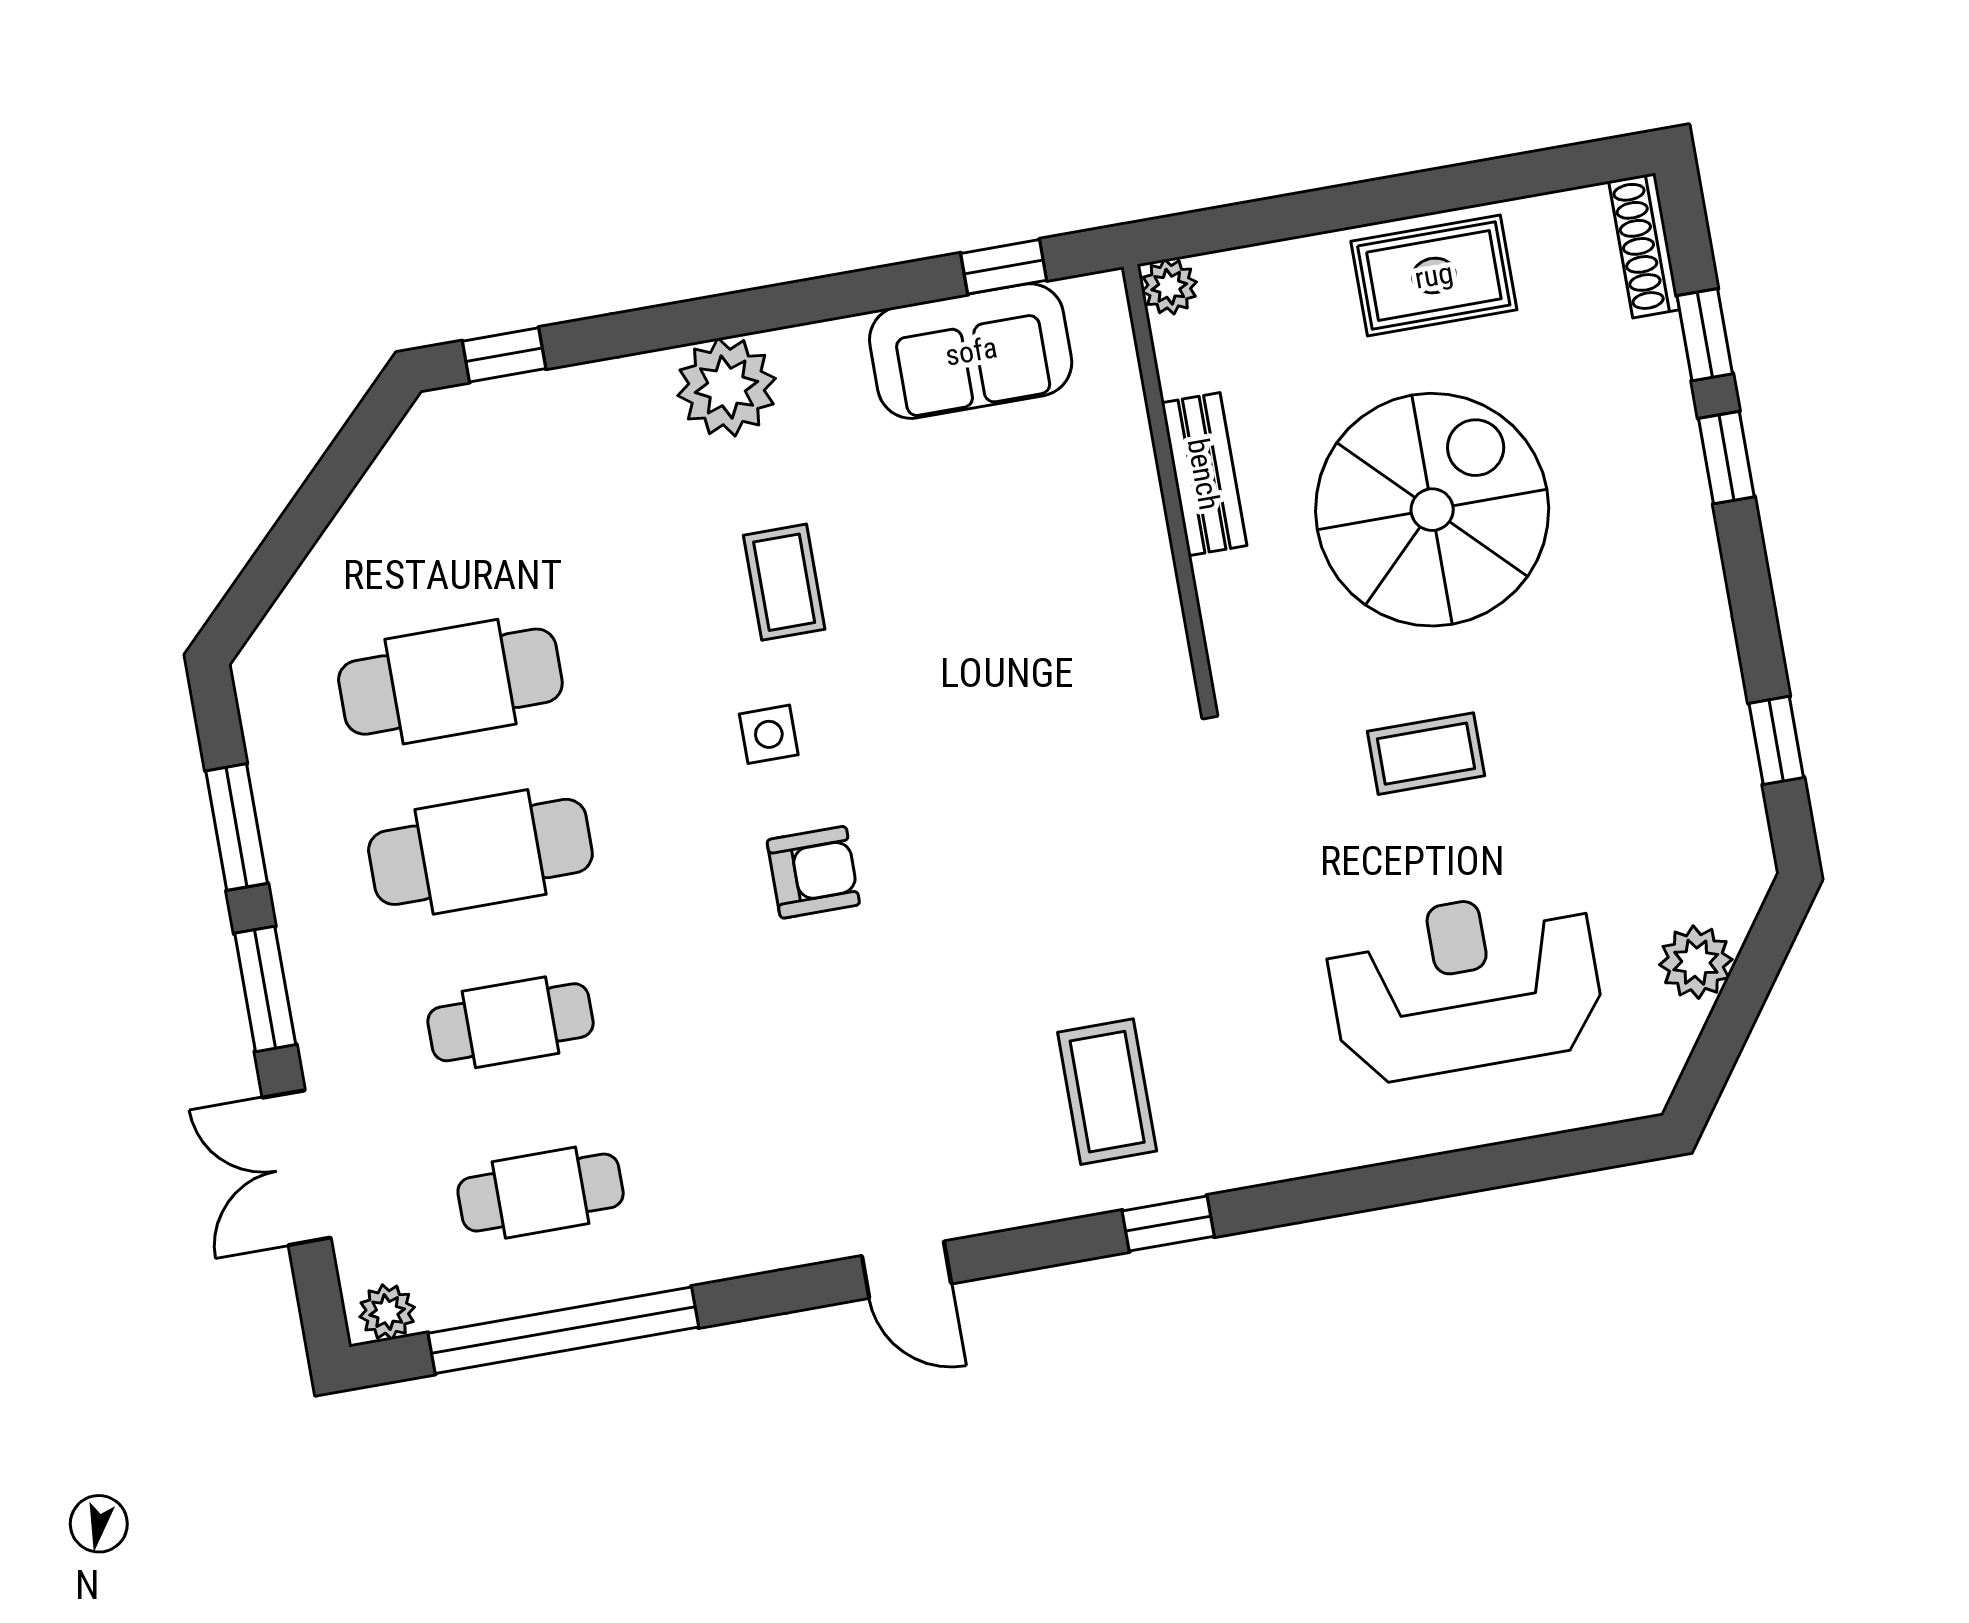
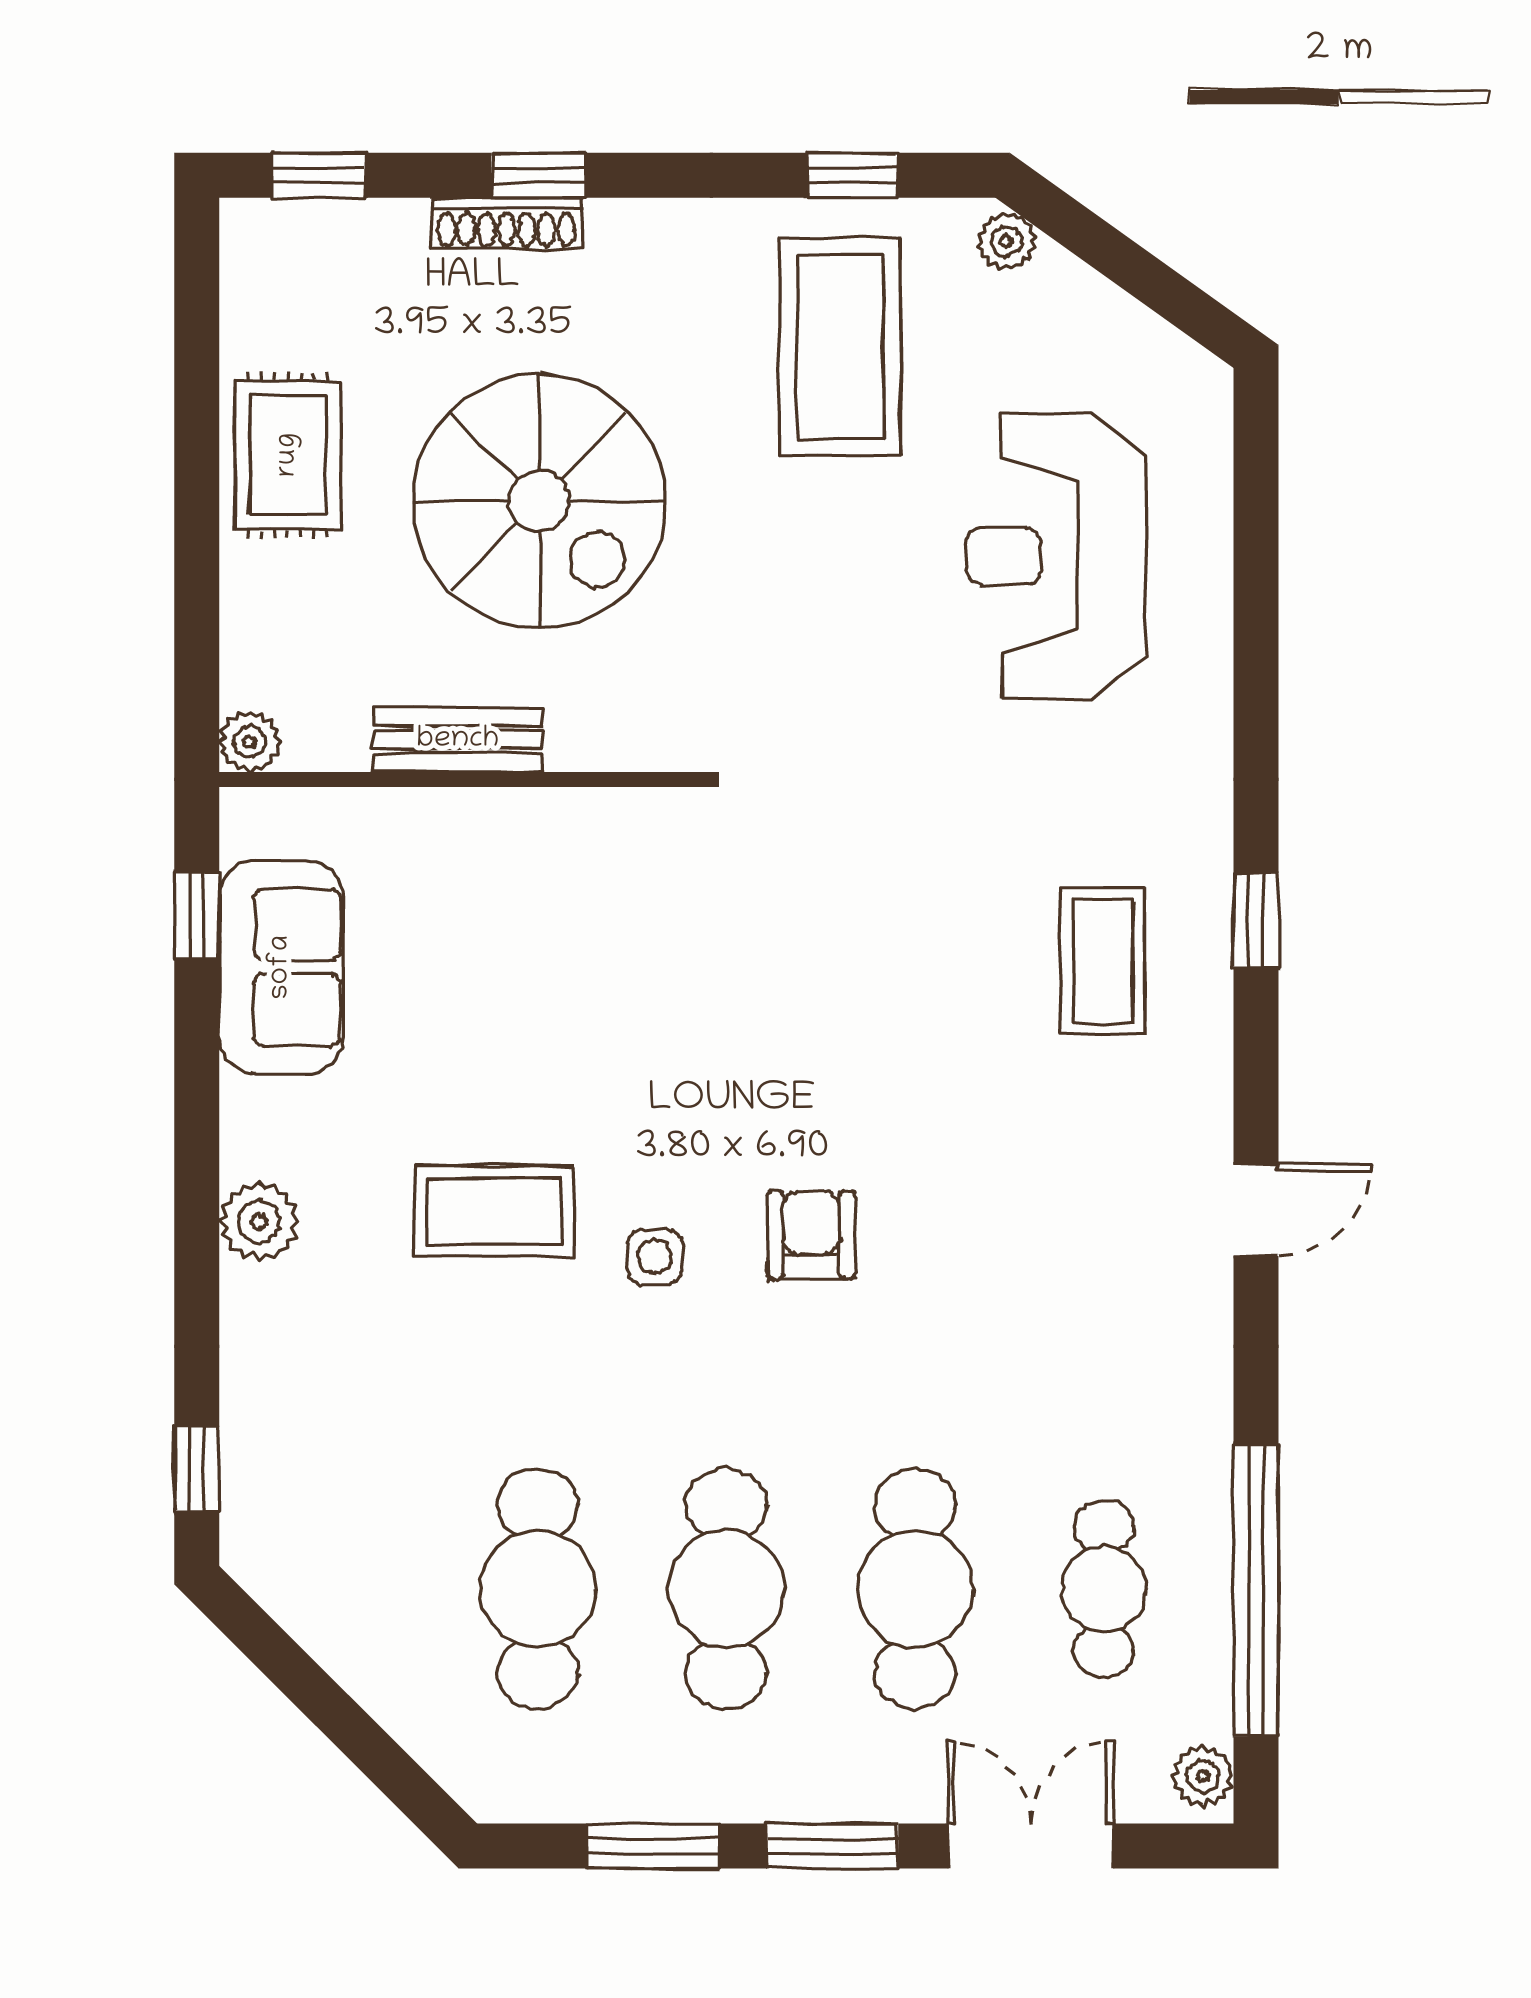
shoe rack: (1644, 245) -> (507, 224), moved
window: (1705, 335) -> (319, 175), moved
plant: (727, 387) -> (259, 1222), width x0.73, depth x0.73
spiral stairs: (1432, 510) -> (539, 501), turned 180
coffee table: (784, 582) -> (494, 1211), width x1.36, depth x1.30
coffee table: (1426, 754) -> (840, 347), moved, width x1.86, depth x1.72
plant: (1696, 962) -> (1006, 241), moved, width x0.73, depth x0.73
cafe table: (511, 1022) -> (915, 1589), width x1.37, depth x1.35
coffee table: (1107, 1092) -> (1103, 961), turned 90
double door: (297, 1168) -> (1031, 1846), swing flipped

